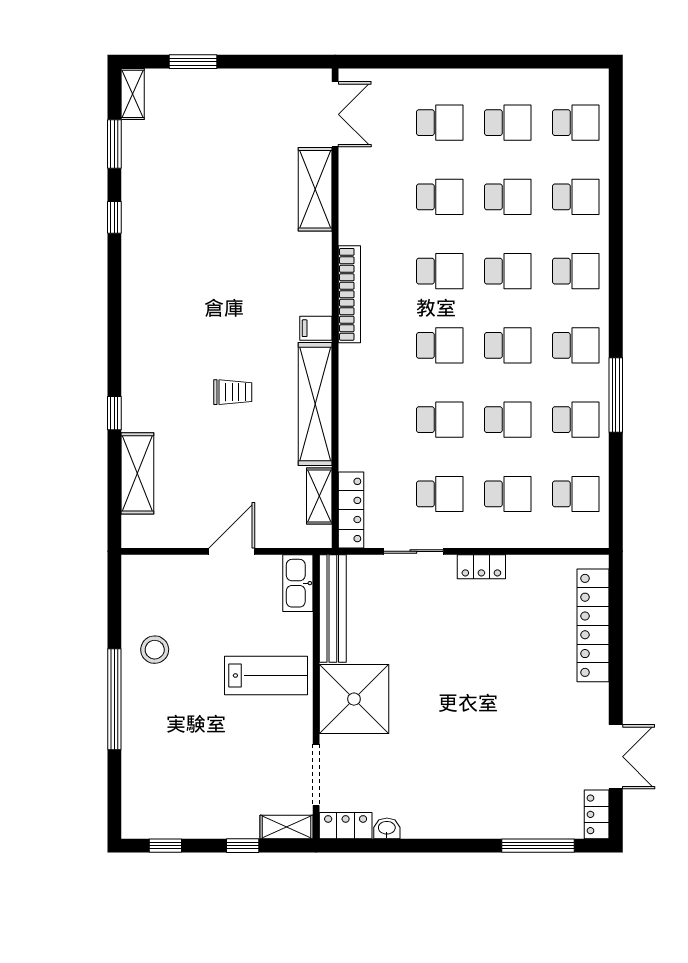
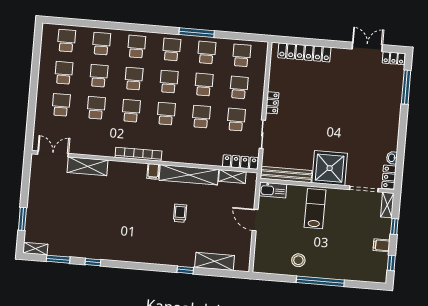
filing cabinet: (201, 822) -> (382, 245), added

